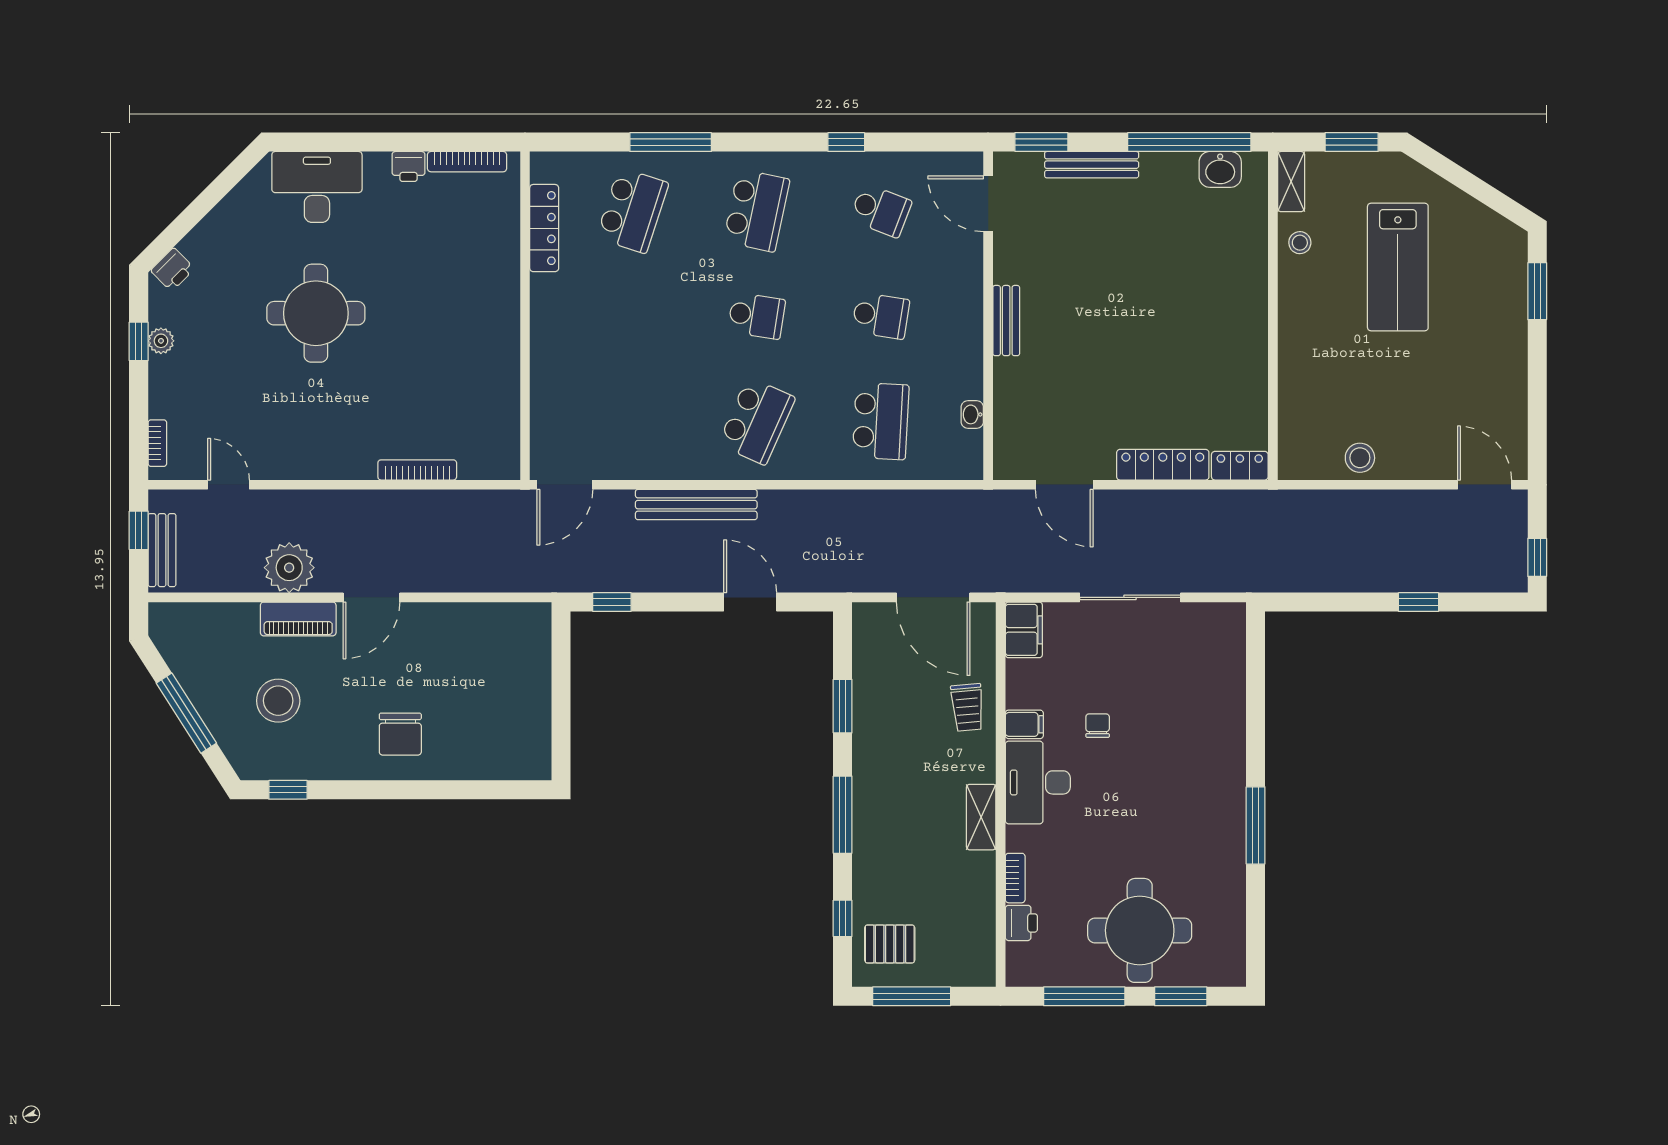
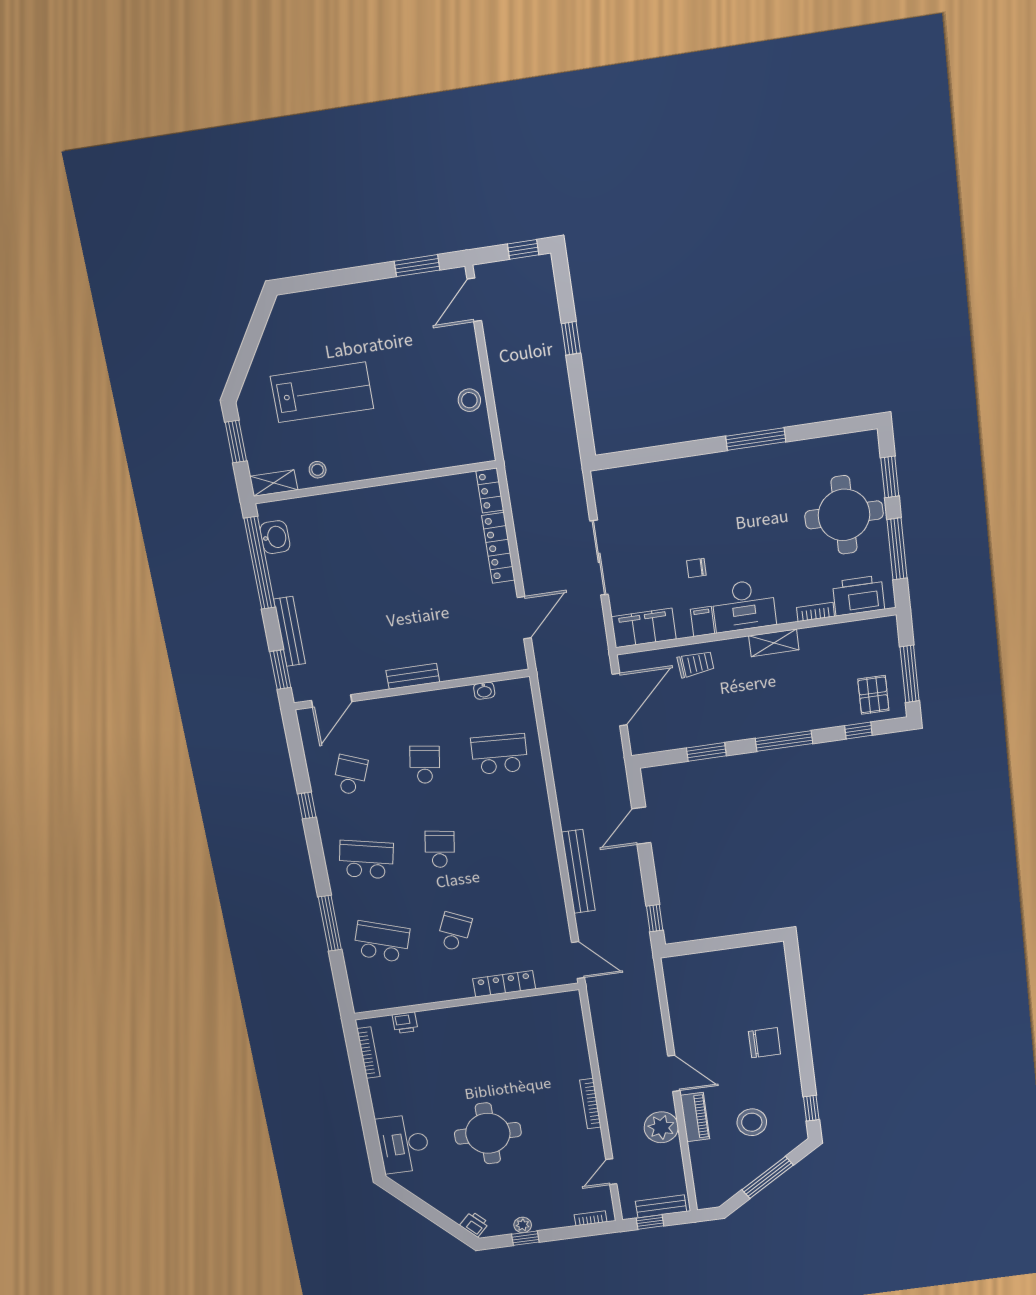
printer: (408, 166) -> (405, 1023), moved, turned 90
locker: (544, 228) -> (504, 984), moved
window: (1537, 291) -> (417, 266), moved
school desk: (757, 421) -> (454, 932), moved, width x0.54
bookcase: (417, 470) -> (590, 1104), moved
filing cabinet: (1024, 630) -> (644, 628), width x1.50, depth x1.17
printer: (1021, 923) -> (859, 596), width x1.87, depth x1.48

